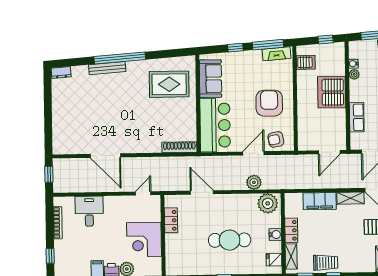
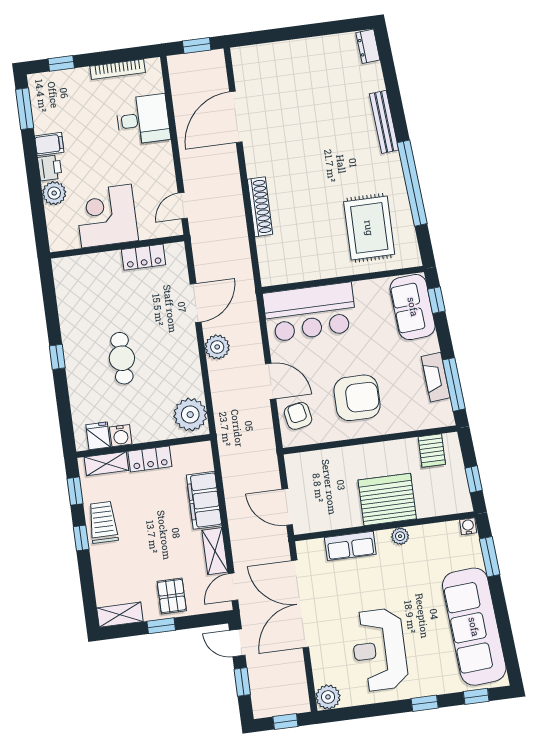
window: (235, 48) -> (436, 300), moved
fireplace: (276, 54) -> (436, 377), moved
window: (120, 58) -> (412, 183), moved
water cooler: (353, 64) -> (468, 526), moved
plant: (354, 74) -> (400, 536), moved
sofa: (210, 79) -> (413, 307), moved, turned 86
shoe rack: (179, 147) -> (260, 207), moved
door: (105, 156) -> (236, 117), moved
plant: (254, 182) -> (217, 347), moved
door: (143, 193) -> (183, 206), swing flipped
water cooler: (275, 235) -> (121, 436), moved
cafe table: (230, 240) -> (122, 358), width x0.73, depth x0.74
trolley: (326, 263) -> (103, 522), turned 180

